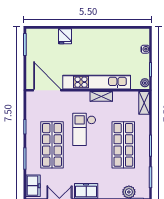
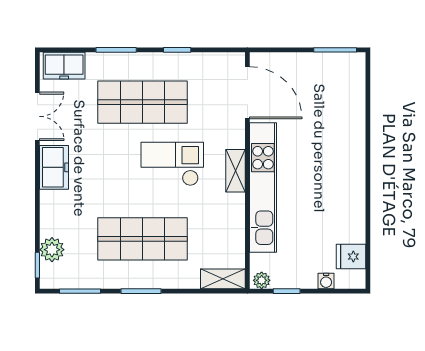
fridge: (65, 36) -> (351, 257), moved
door: (47, 90) -> (247, 93), hinge flipped
shelving: (101, 96) -> (235, 171), moved

